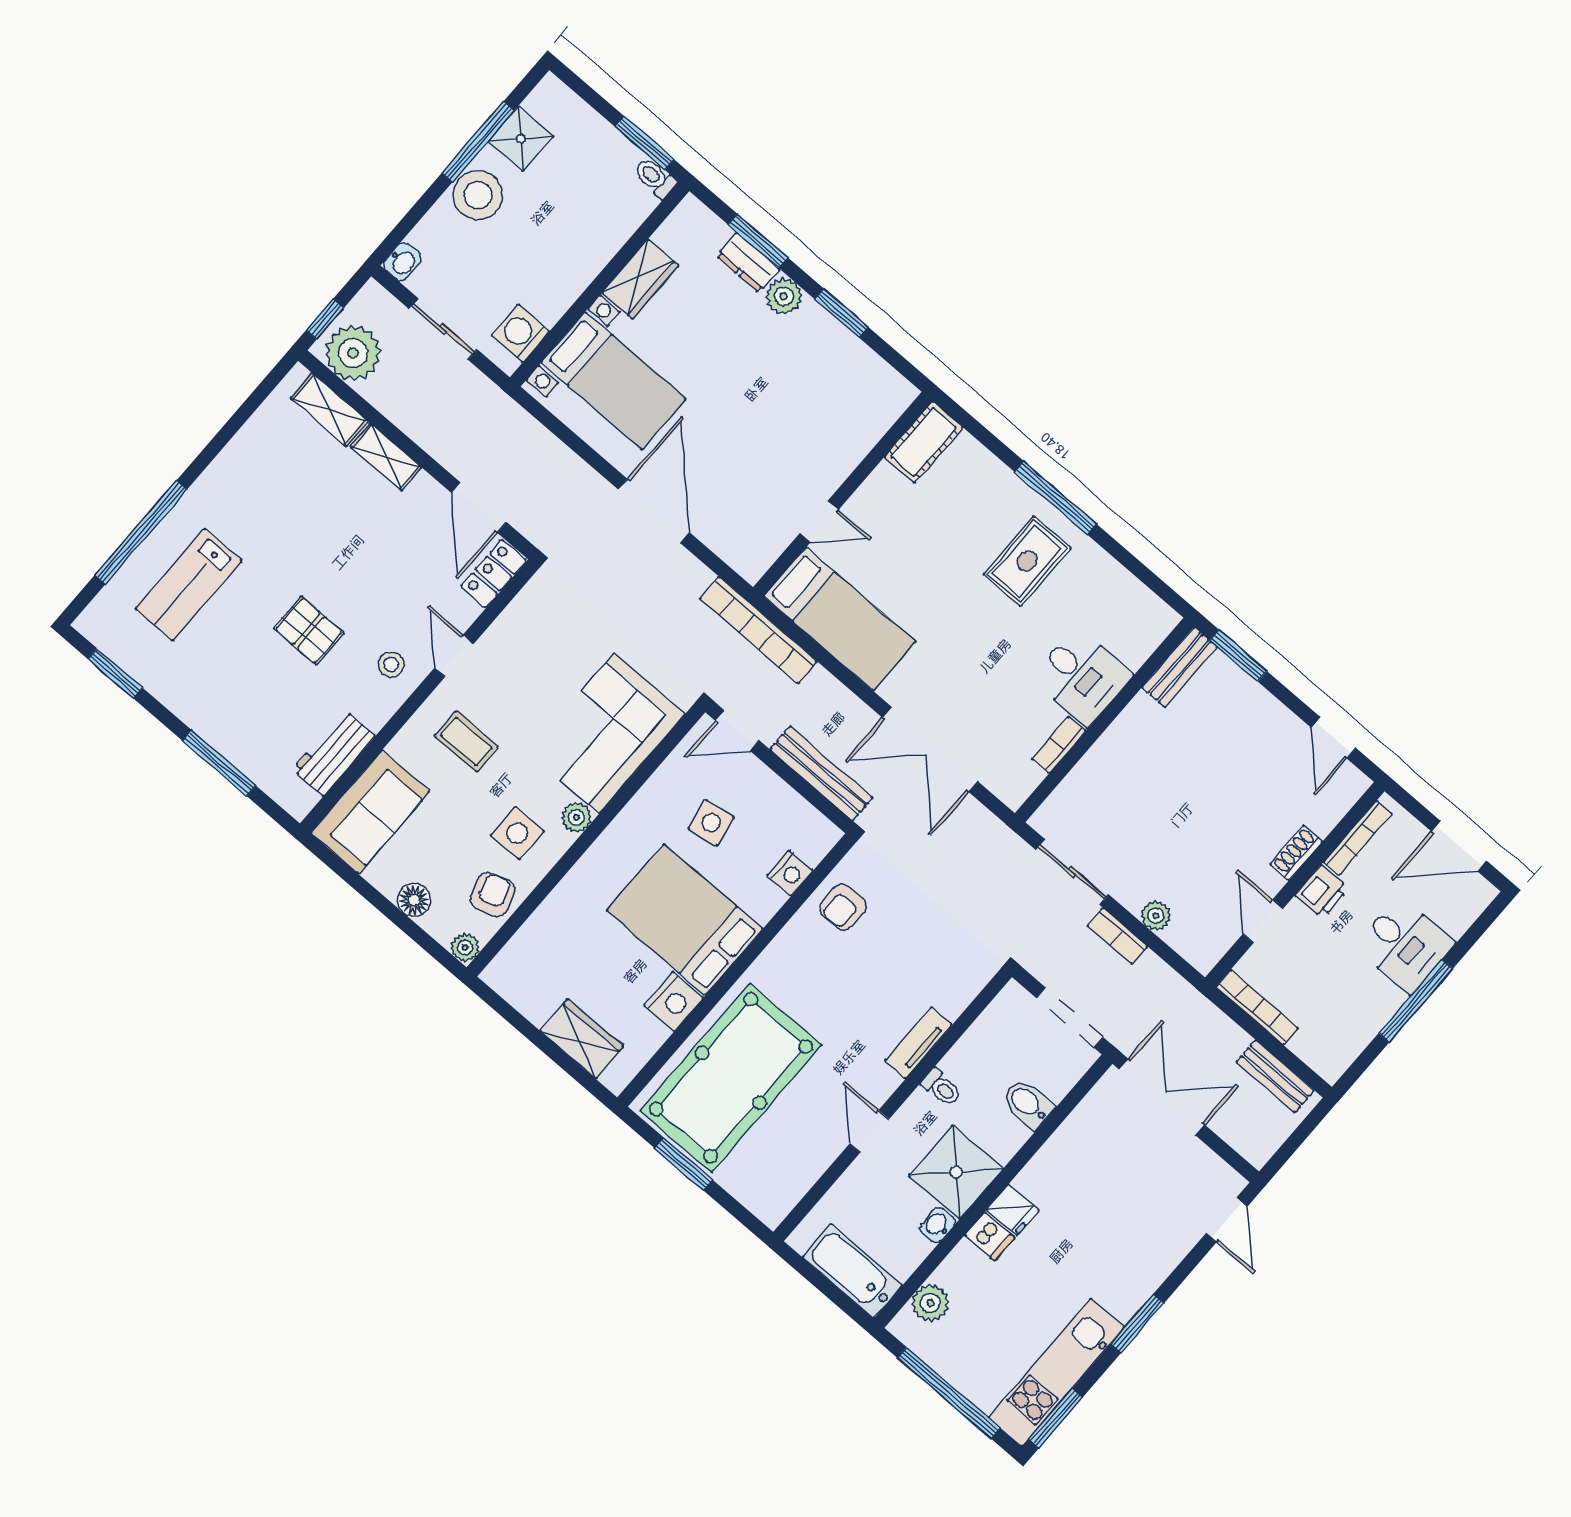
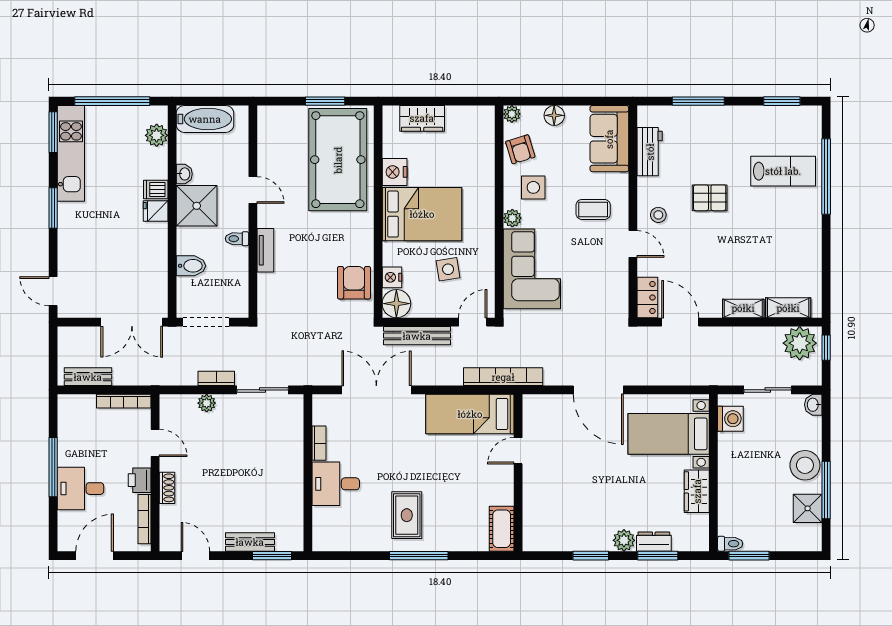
lab bench: (189, 585) -> (783, 171), turned 90
bench: (1180, 667) -> (250, 542), moved, turned 90
floor lamp: (813, 836) -> (396, 304), added
armchair: (843, 907) -> (354, 283), width x1.38, depth x1.38

